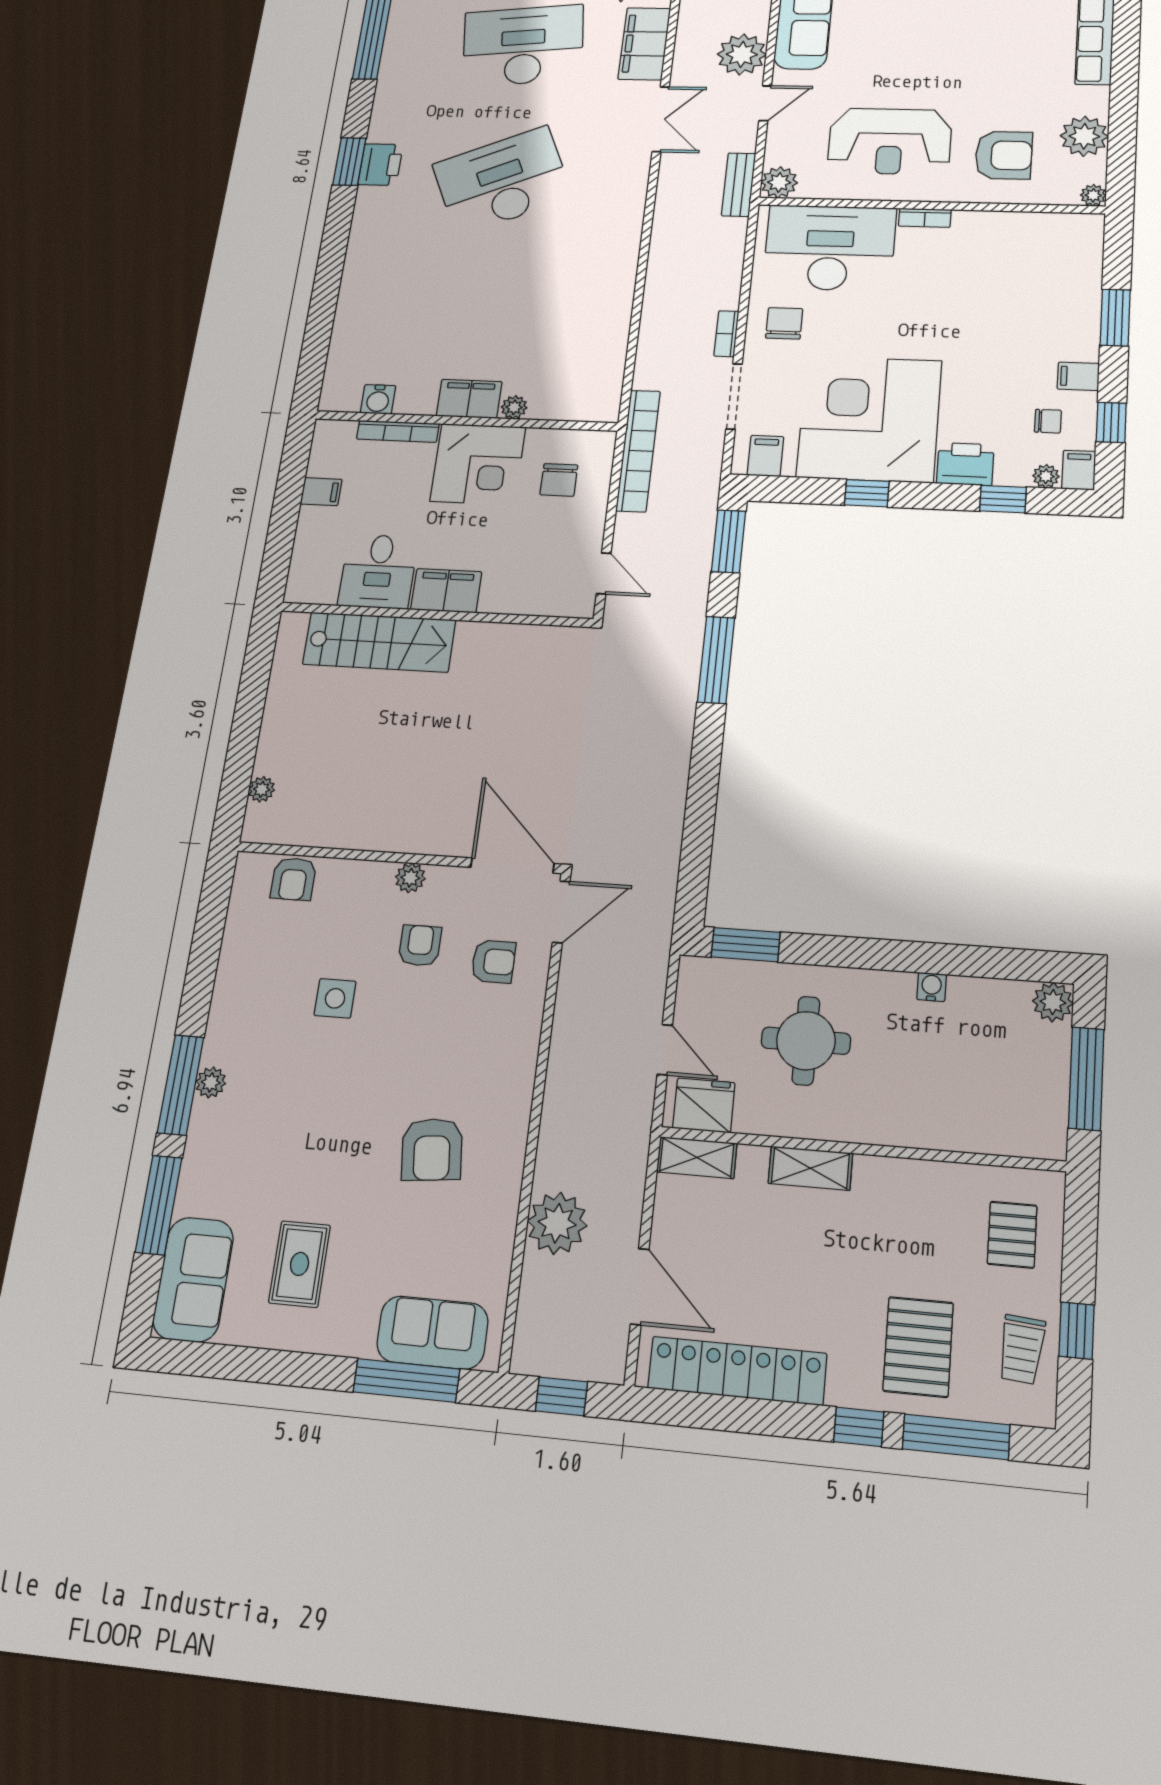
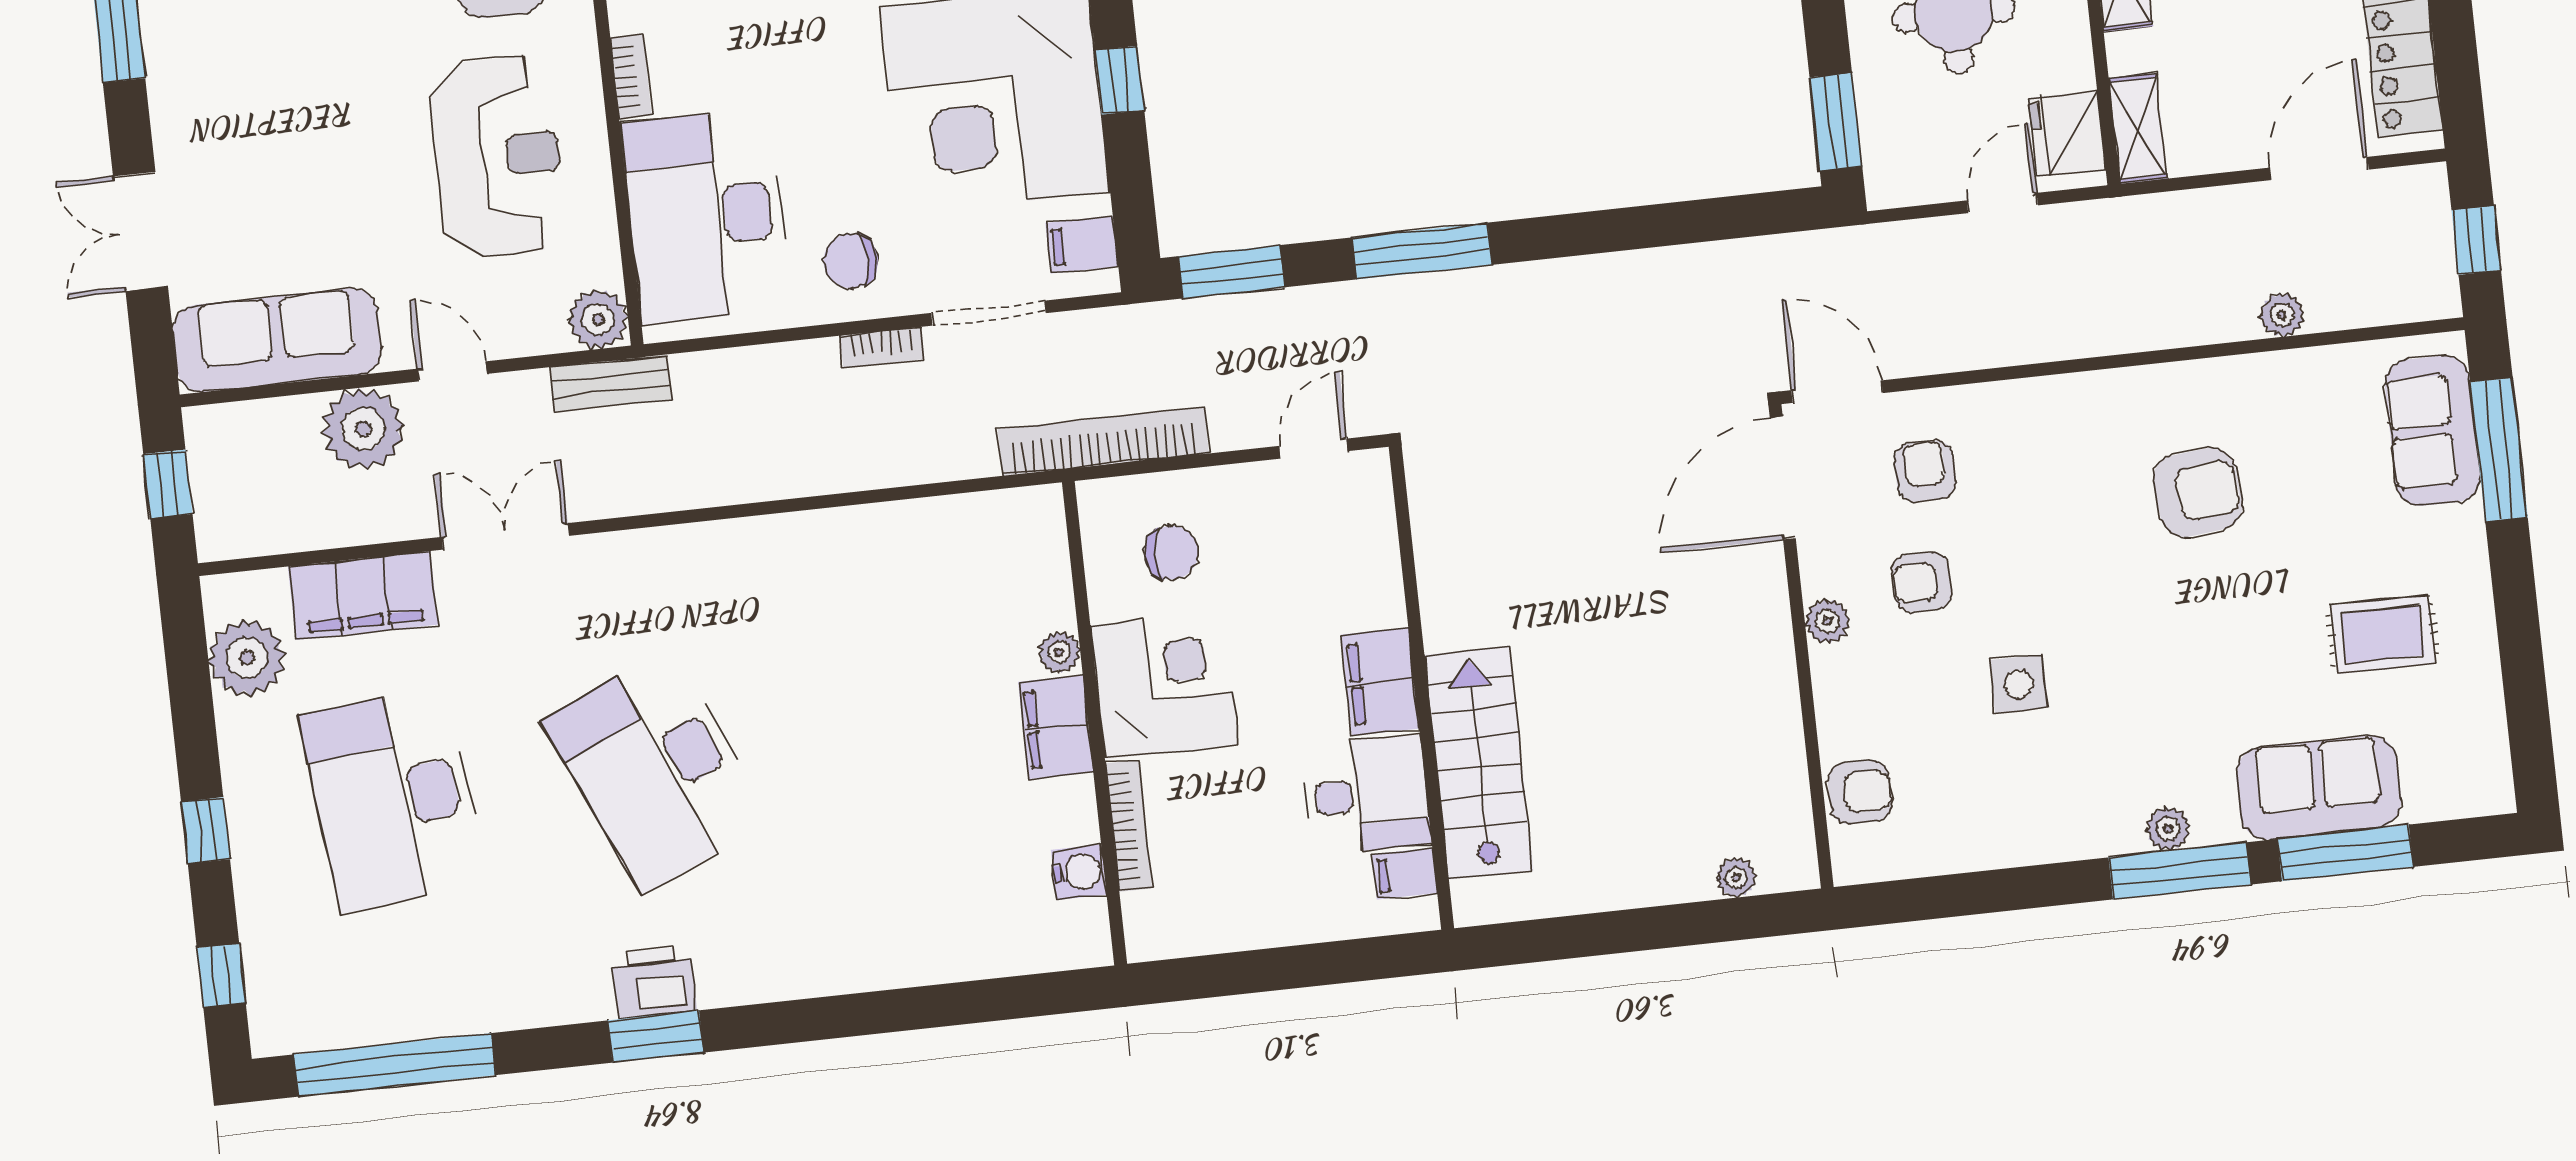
filing cabinet: (321, 492) -> (1405, 874), moved, turned -90
plant: (557, 1223) -> (2282, 315), width x0.53, depth x0.53
sofa: (193, 1279) -> (2319, 787), moved

